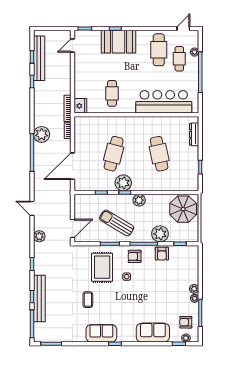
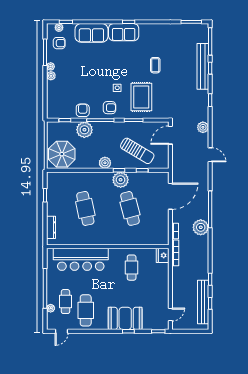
cafe table: (114, 154) -> (130, 208), turned -30
sun lounger: (117, 223) -> (137, 151), moved
sofa: (101, 333) -> (124, 32), moved

